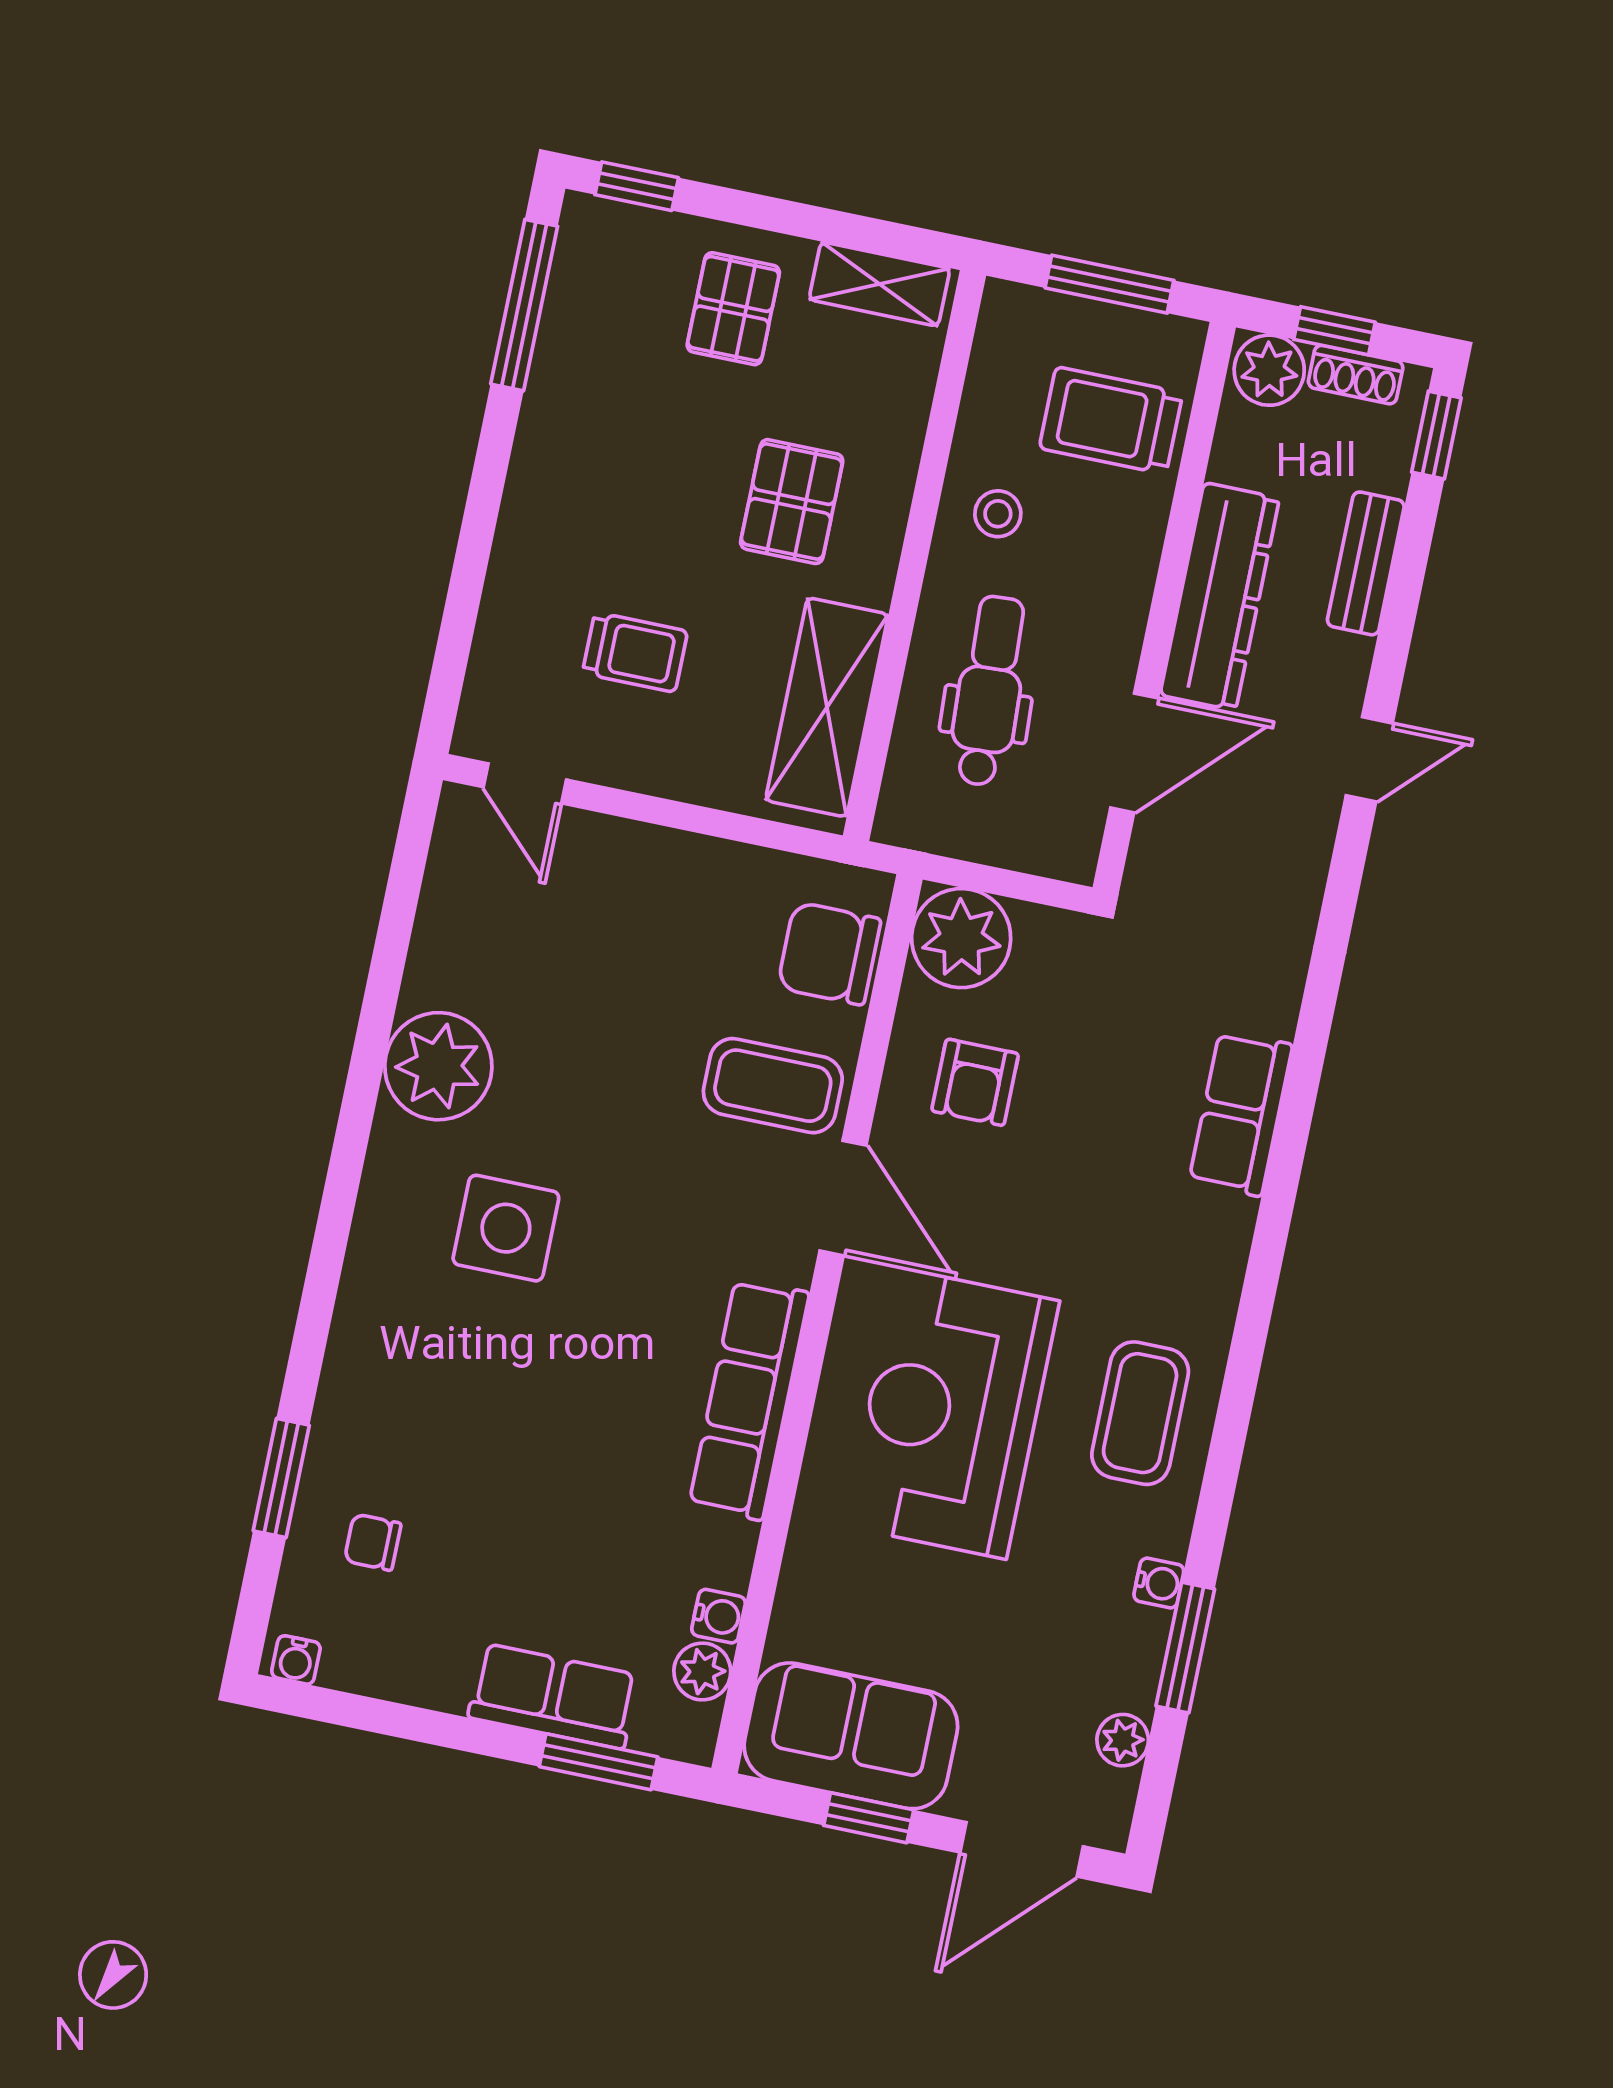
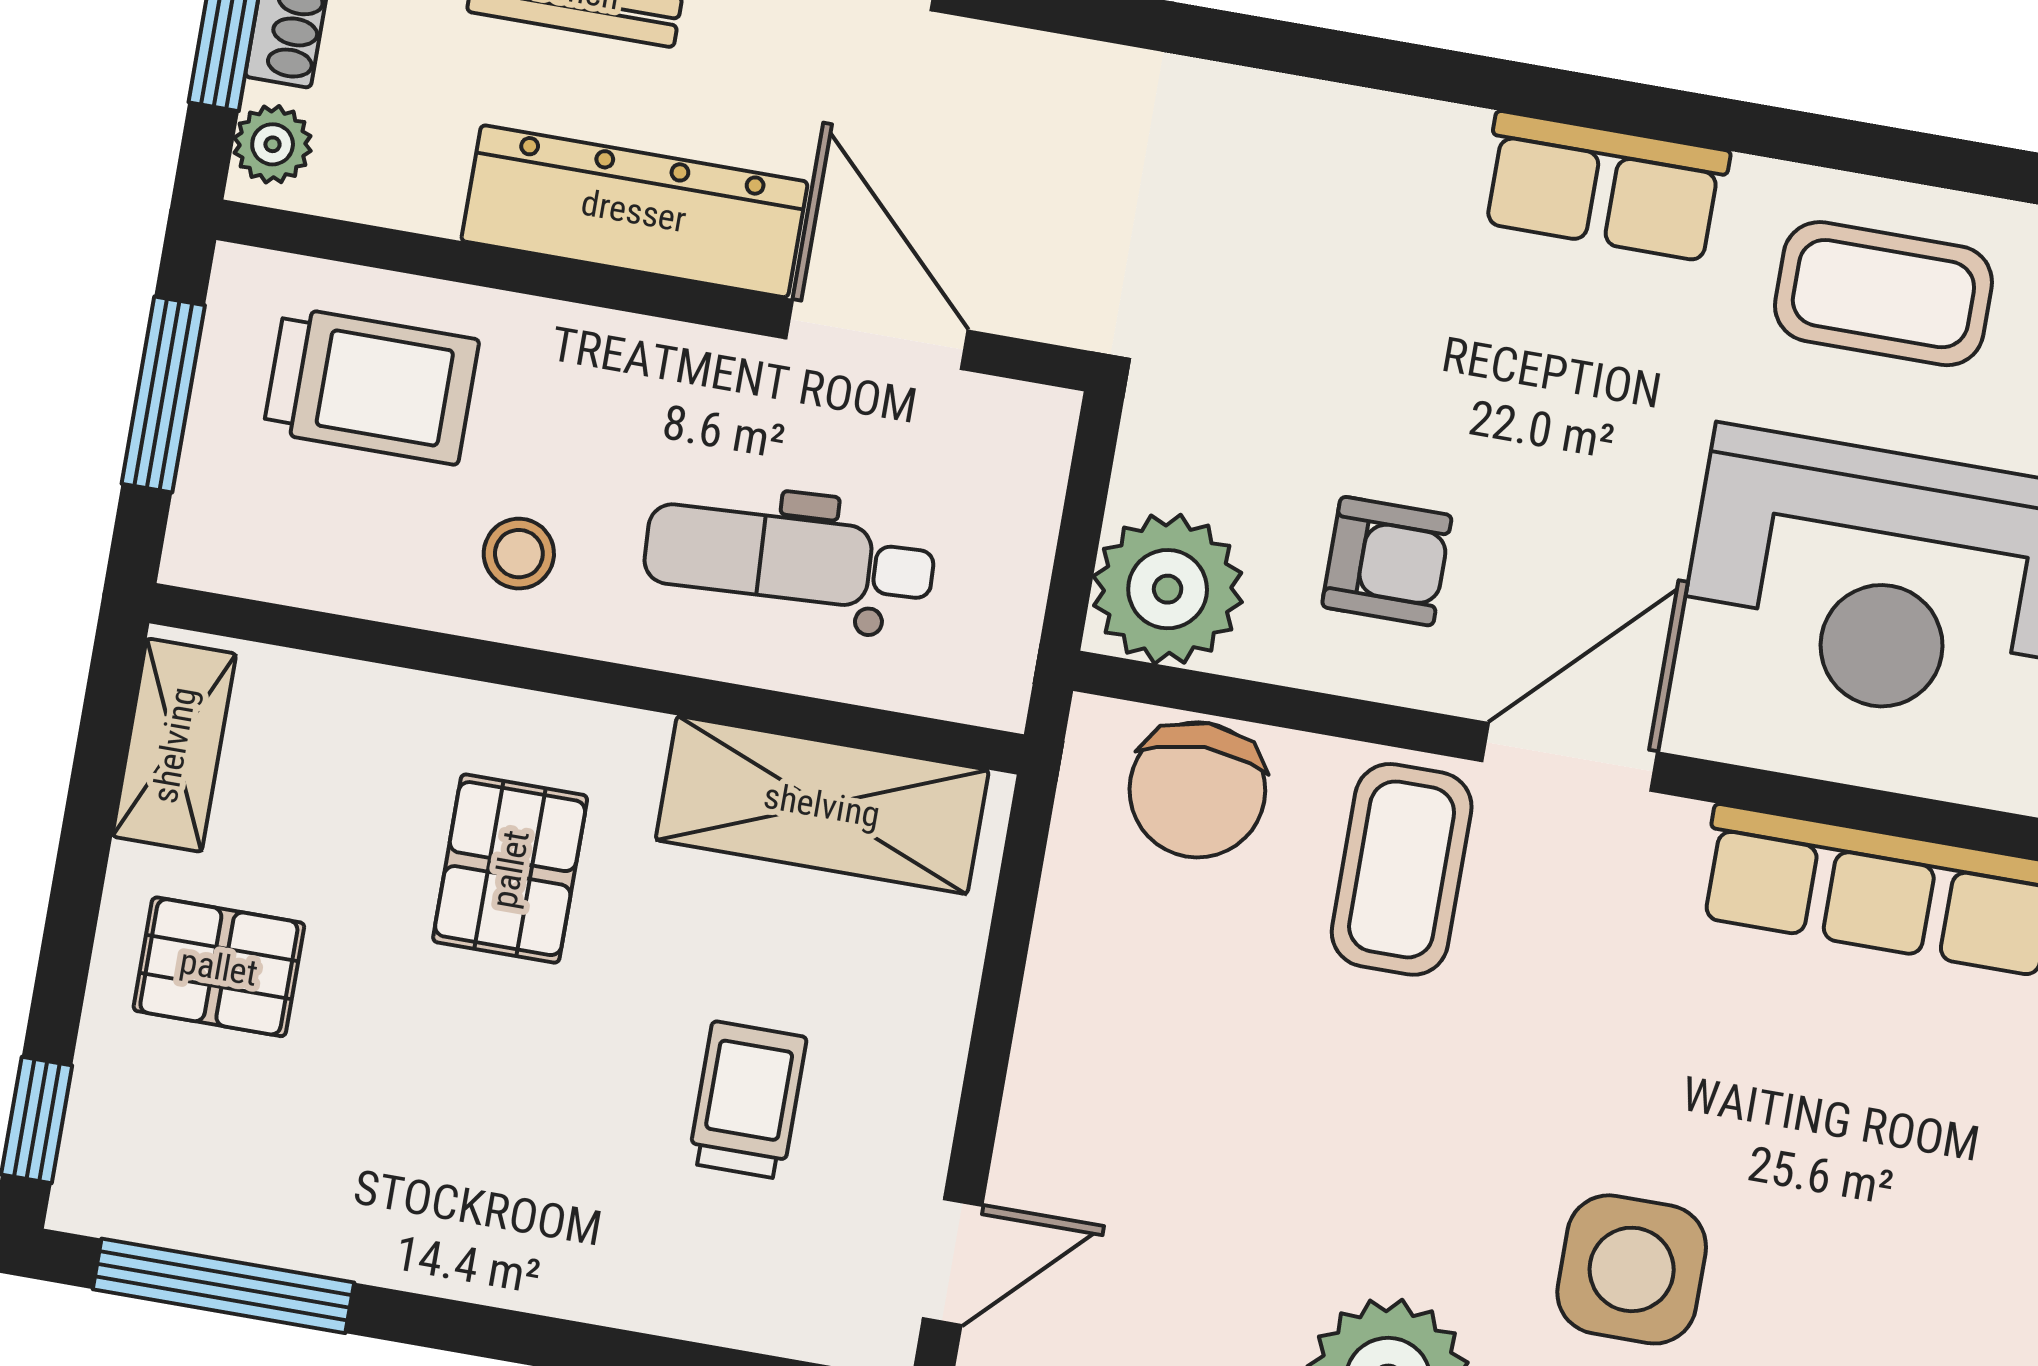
plant: (1269, 370) -> (273, 144), width x0.73, depth x0.73
trolley: (1111, 420) -> (371, 386), turned -90
pallet: (792, 502) -> (510, 869), turned 90
row of seats: (1241, 1113) -> (1604, 187), moved

